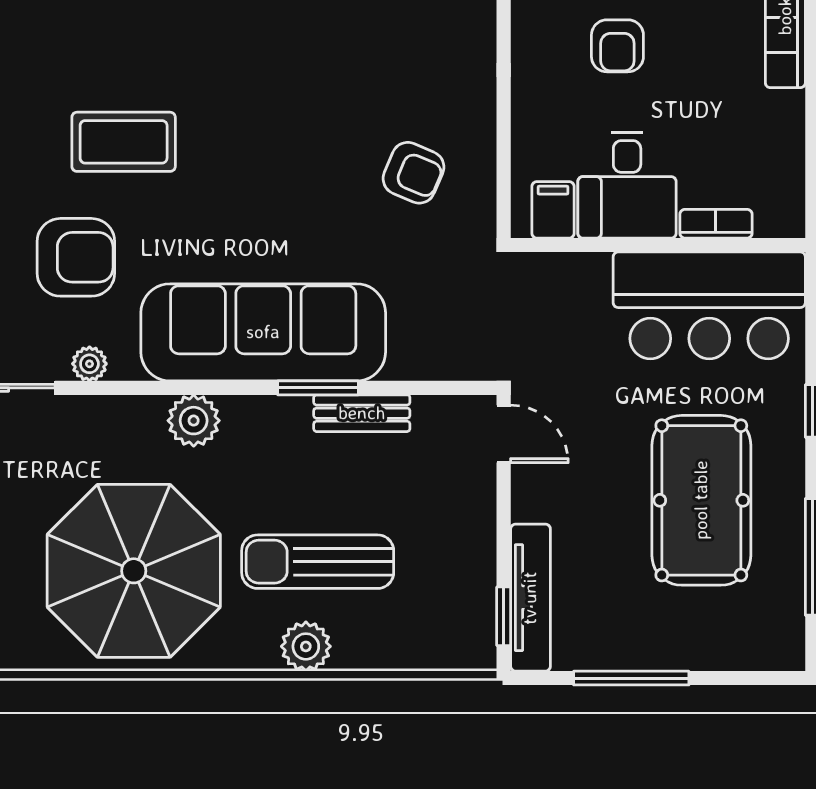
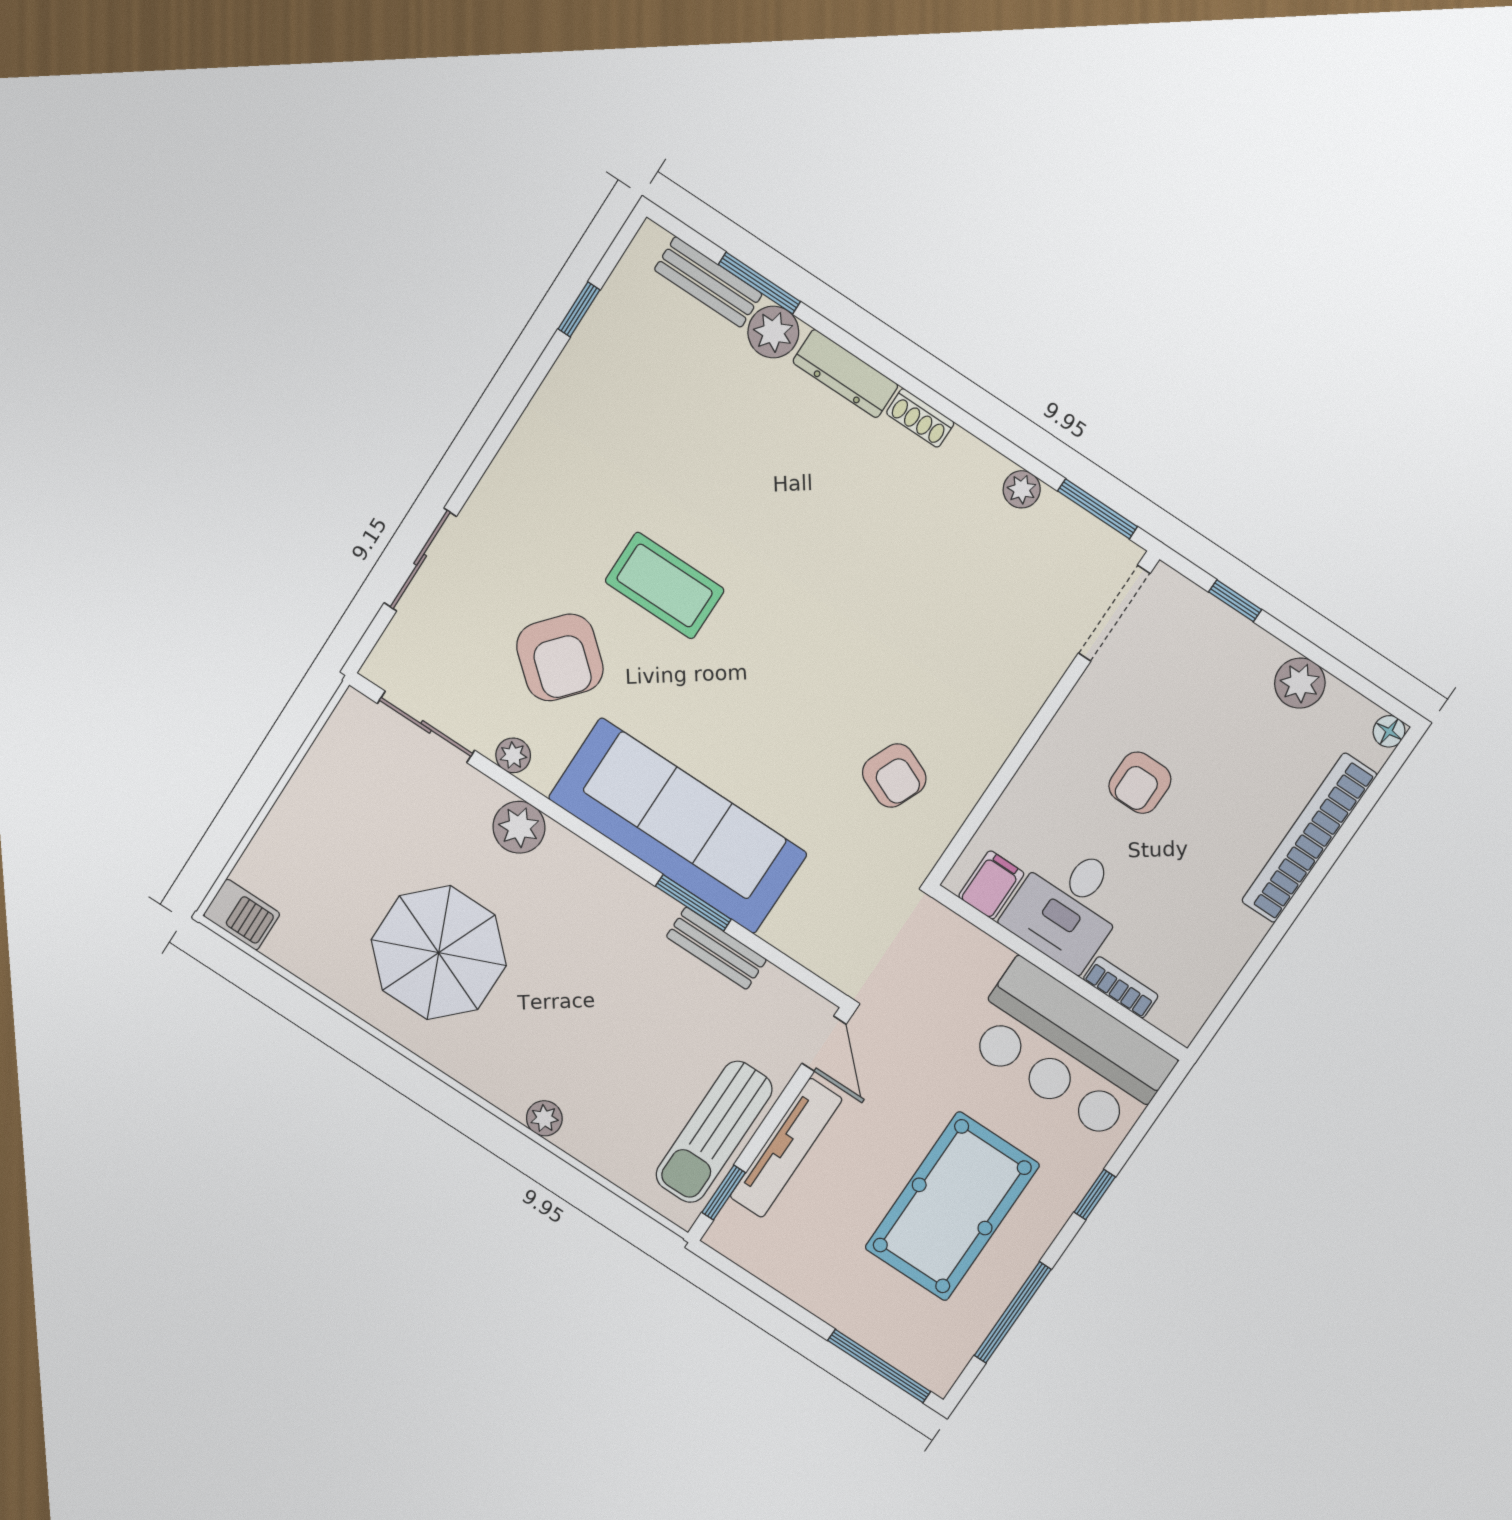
armchair: (76, 257) -> (560, 657), turned 41
plant: (194, 421) -> (519, 827), moved
sun lounger: (318, 562) -> (714, 1132), moved, turned -90
parasol: (134, 571) -> (439, 953), width x0.73, depth x0.73
tv unit: (530, 598) -> (786, 1148), moved
plant: (306, 646) -> (544, 1118), width x0.73, depth x0.73
window: (631, 678) -> (879, 1366), moved

